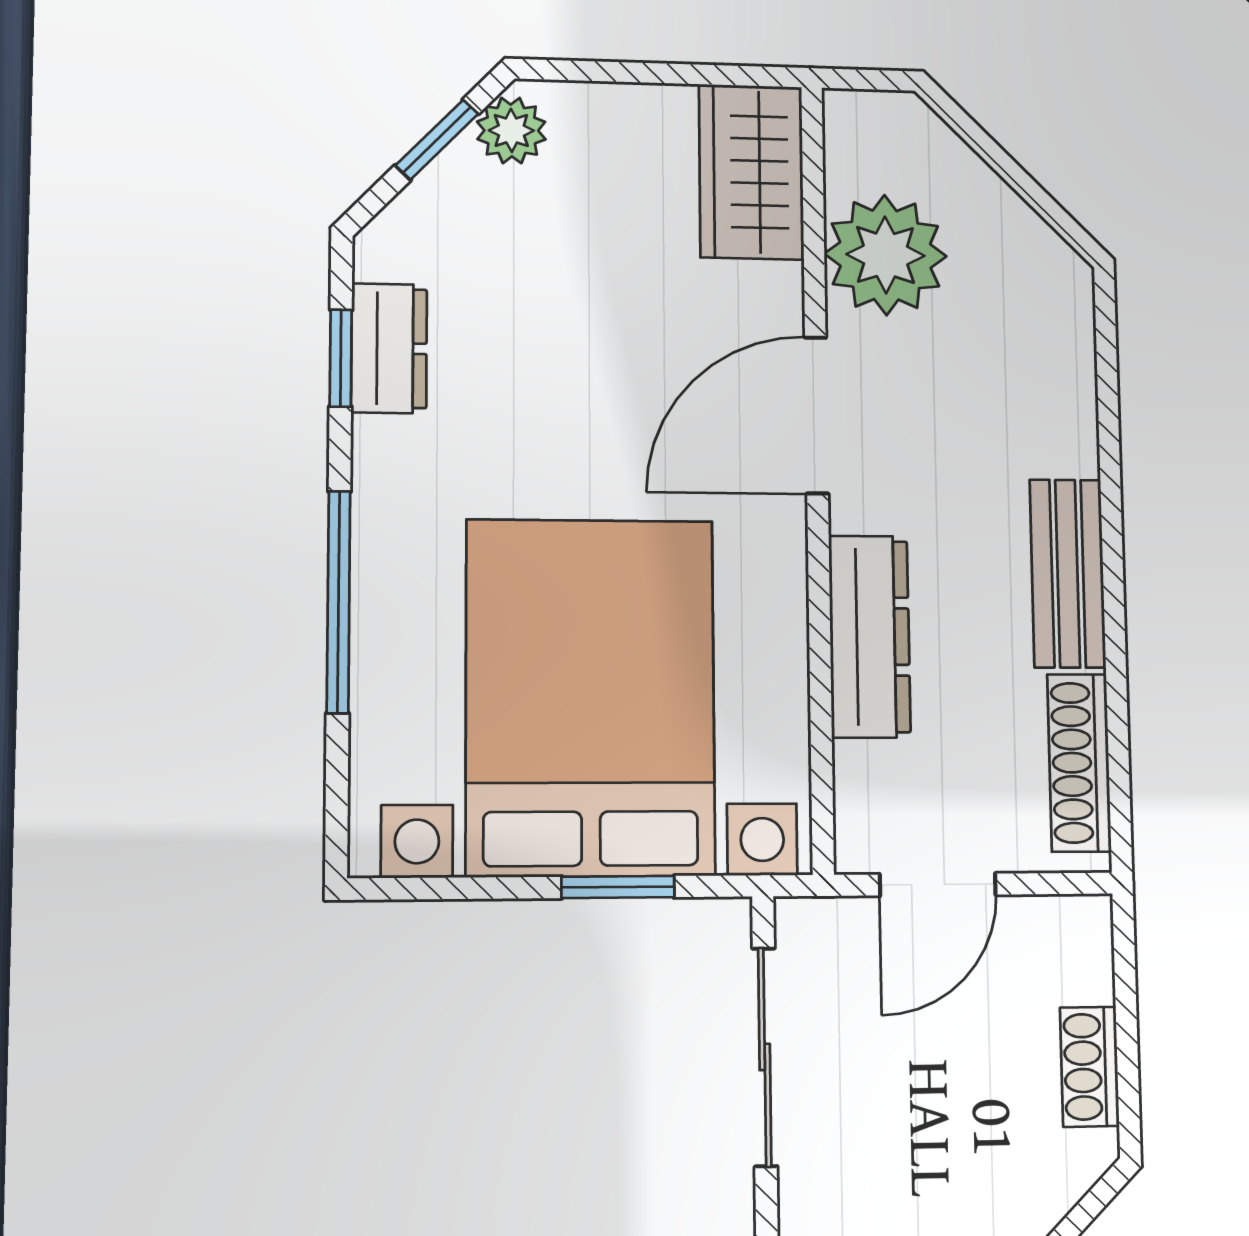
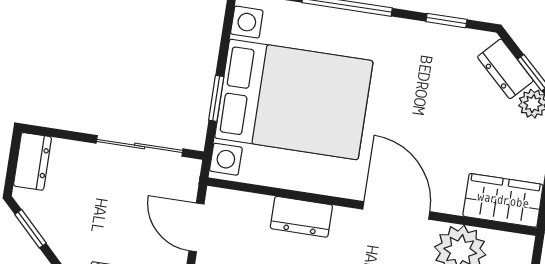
dresser: (389, 348) -> (505, 69), moved, turned 44
dresser: (869, 636) -> (301, 217), width x0.70

